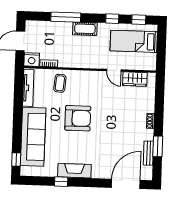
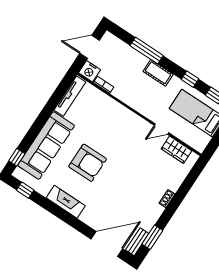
door: (114, 70) -> (161, 129), hinge flipped
coffee table: (60, 83) -> (103, 110), removed
armchair: (78, 118) -> (88, 163), moved
window: (158, 146) -> (152, 237), moved
bench: (148, 153) -> (137, 242), moved
window: (61, 182) -> (25, 190), moved

